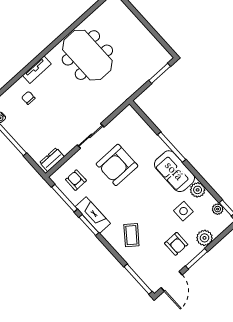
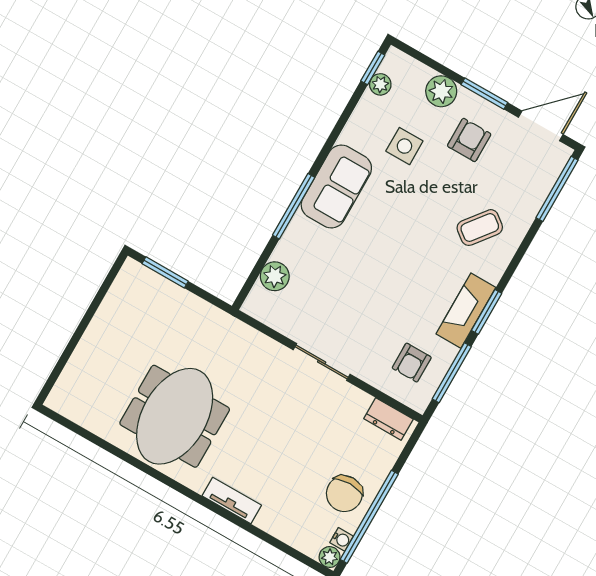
chair: (28, 98) -> (344, 494), moved, width x1.87, depth x1.87
armchair: (117, 165) -> (359, 296), removed
plant: (198, 190) -> (275, 276), moved

